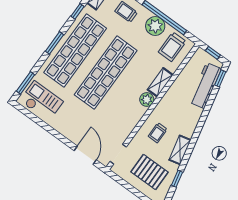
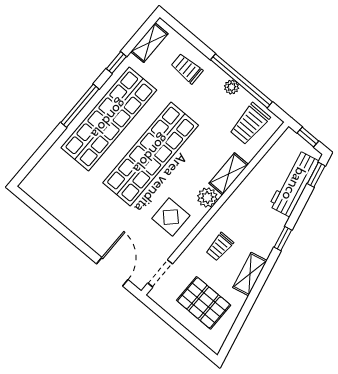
plant: (155, 26) -> (232, 87), width x0.53, depth x0.53
window: (55, 43) -> (80, 106), width x1.44
window: (26, 83) -> (34, 161), removed
checkout: (42, 101) -> (55, 189), removed
display table: (123, 115) -> (171, 217), added
window: (177, 179) -> (283, 239), moved

